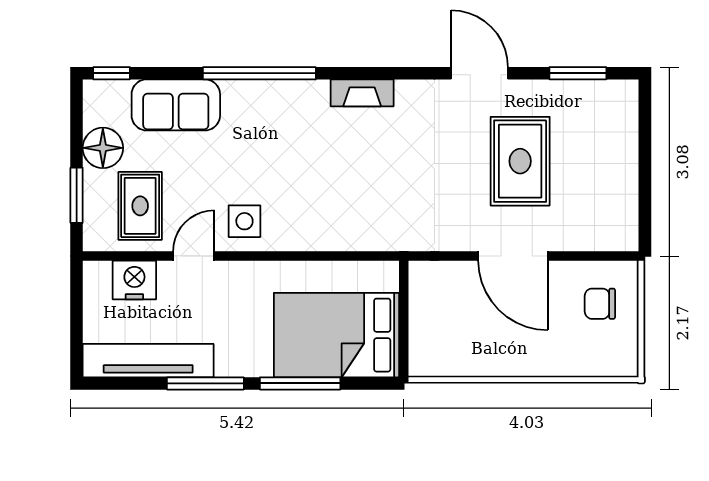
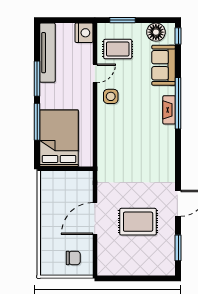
fireplace: (362, 93) -> (169, 110), moved
floor lamp: (103, 148) -> (156, 32), moved
door: (194, 256) -> (95, 73), hinge flipped
nightstand: (134, 280) -> (84, 33), moved
chair: (600, 304) -> (73, 258), turned 90

